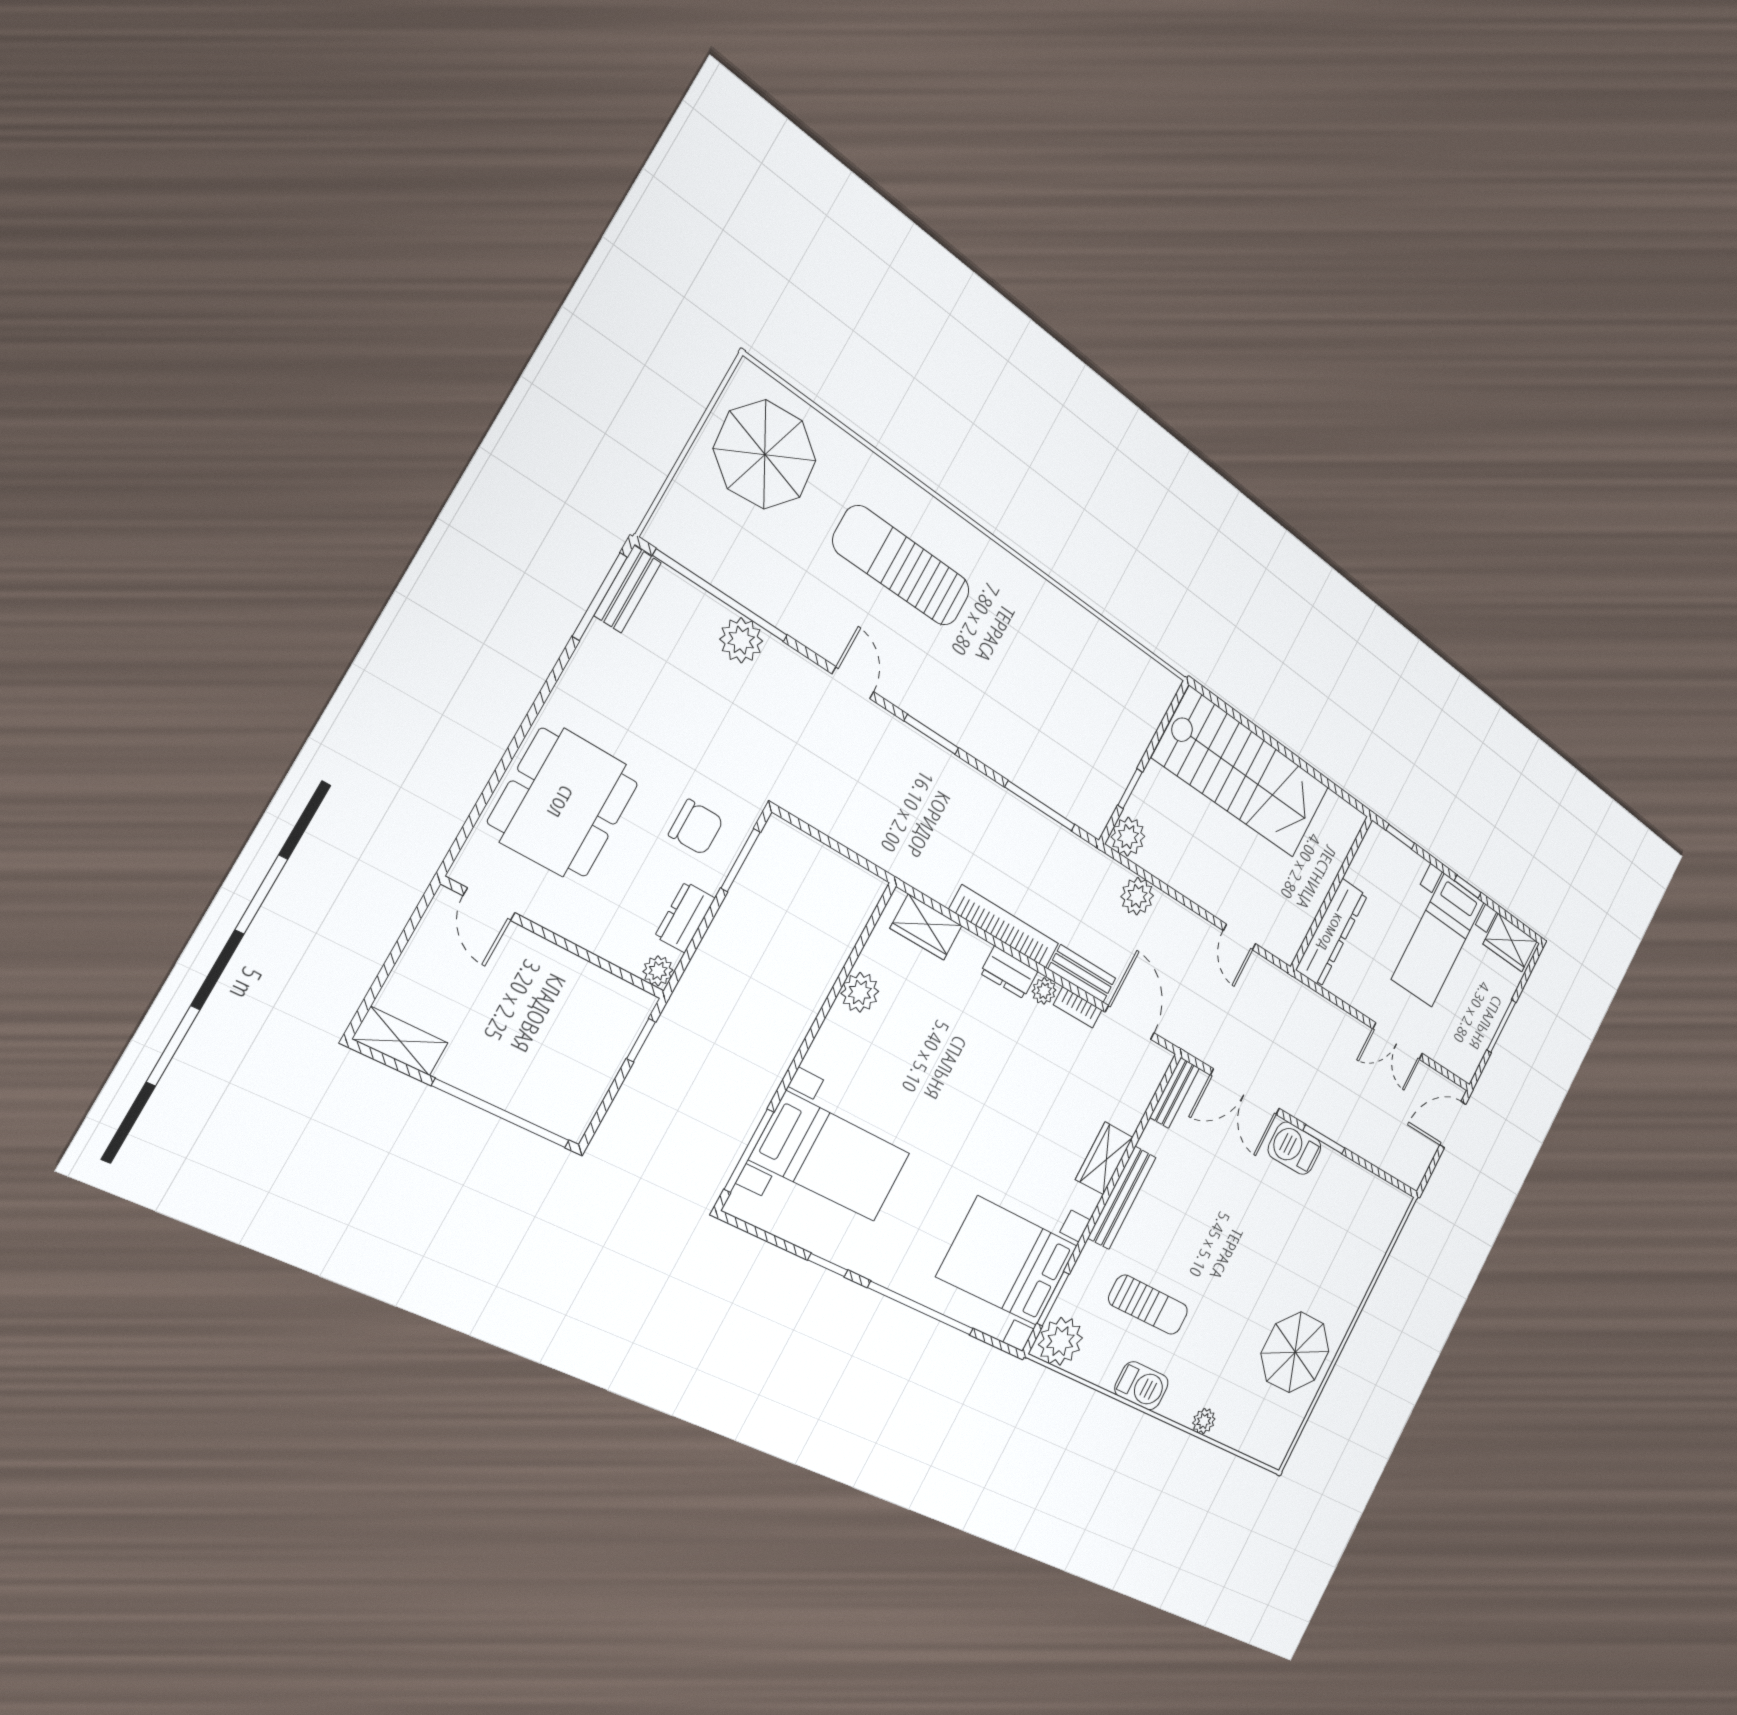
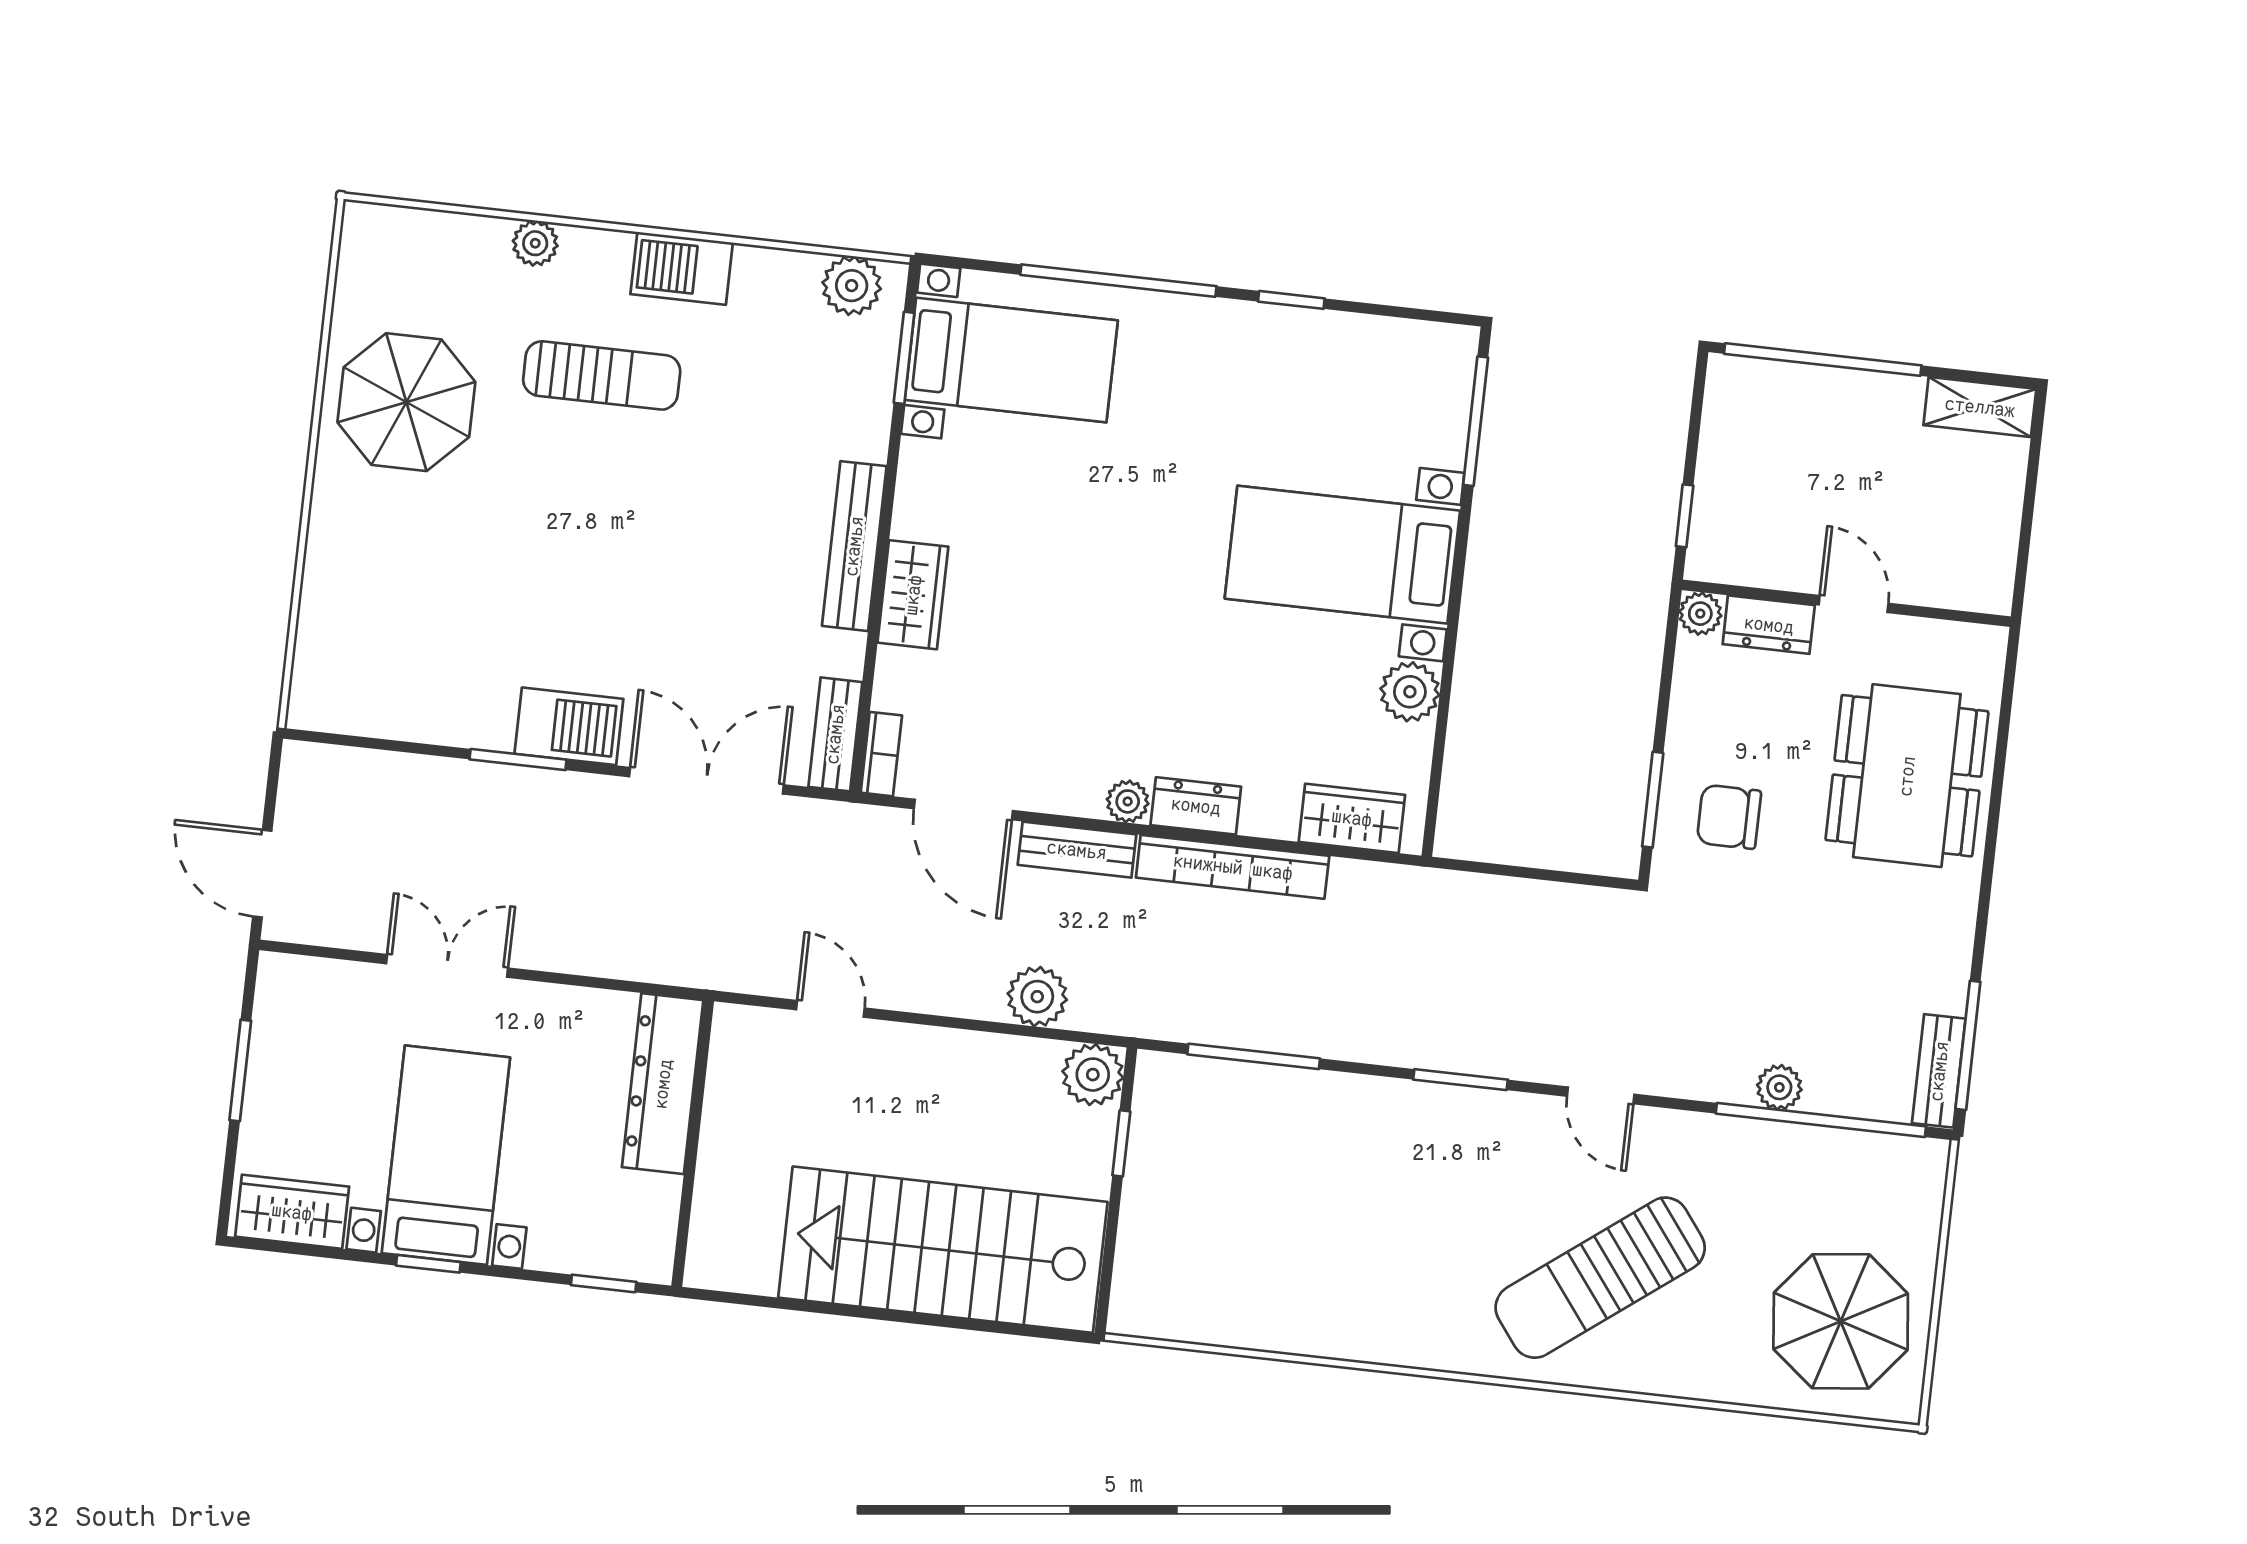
sun lounger: (902, 566) -> (1600, 1278), turned 143
plant: (741, 640) -> (1779, 1087), width x0.73, depth x0.73
door: (489, 904) -> (1854, 604), moved
dresser: (685, 917) -> (1769, 625), moved, turned 90
bookcase: (1078, 1007) -> (881, 754), moved, turned 90
door: (1453, 1125) -> (262, 874), swing flipped
bed with nightstands: (830, 1157) -> (1342, 555), moved
bed with nightstands: (1007, 1261) -> (1011, 360), width x0.73
sun lounger: (1148, 1305) -> (602, 375), moved, turned 180
plant: (1060, 1341) -> (852, 286), width x0.73, depth x0.73

